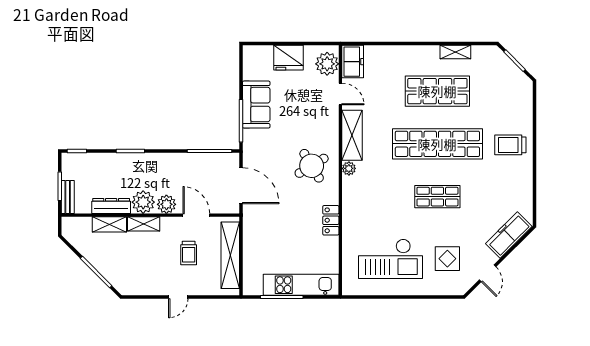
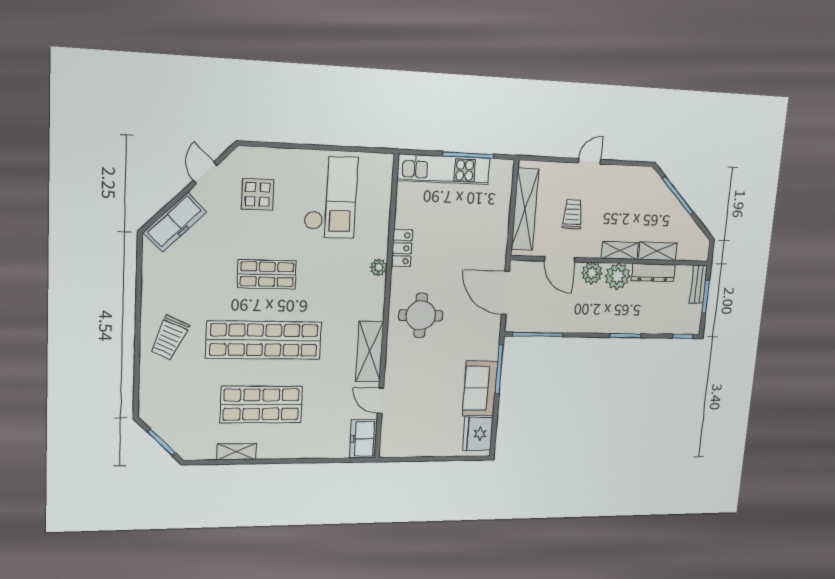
fridge: (289, 58) -> (478, 434), moved, turned -90
plant: (327, 64) -> (394, 436), removed
trolley: (510, 145) -> (169, 338), turned 114
round table: (312, 166) -> (421, 315), turned 31
plant: (349, 168) -> (379, 267), moved
checkout: (391, 259) -> (331, 197), turned 90

